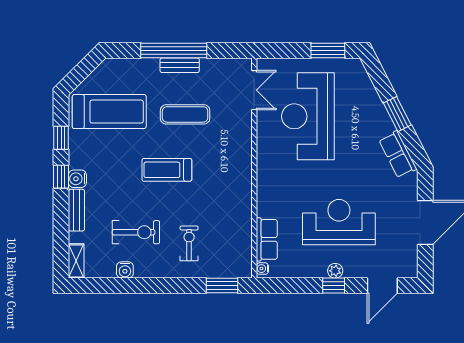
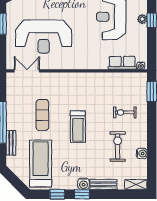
bench: (180, 65) -> (11, 143), moved

